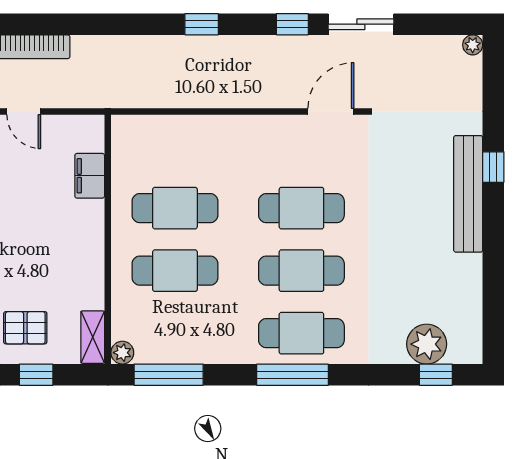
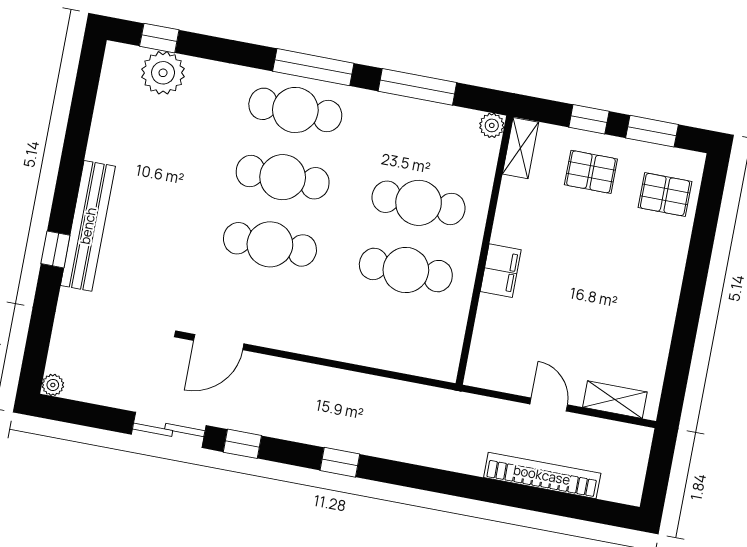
filing cabinet: (90, 176) -> (501, 271), moved
window: (169, 375) -> (417, 87), moved

